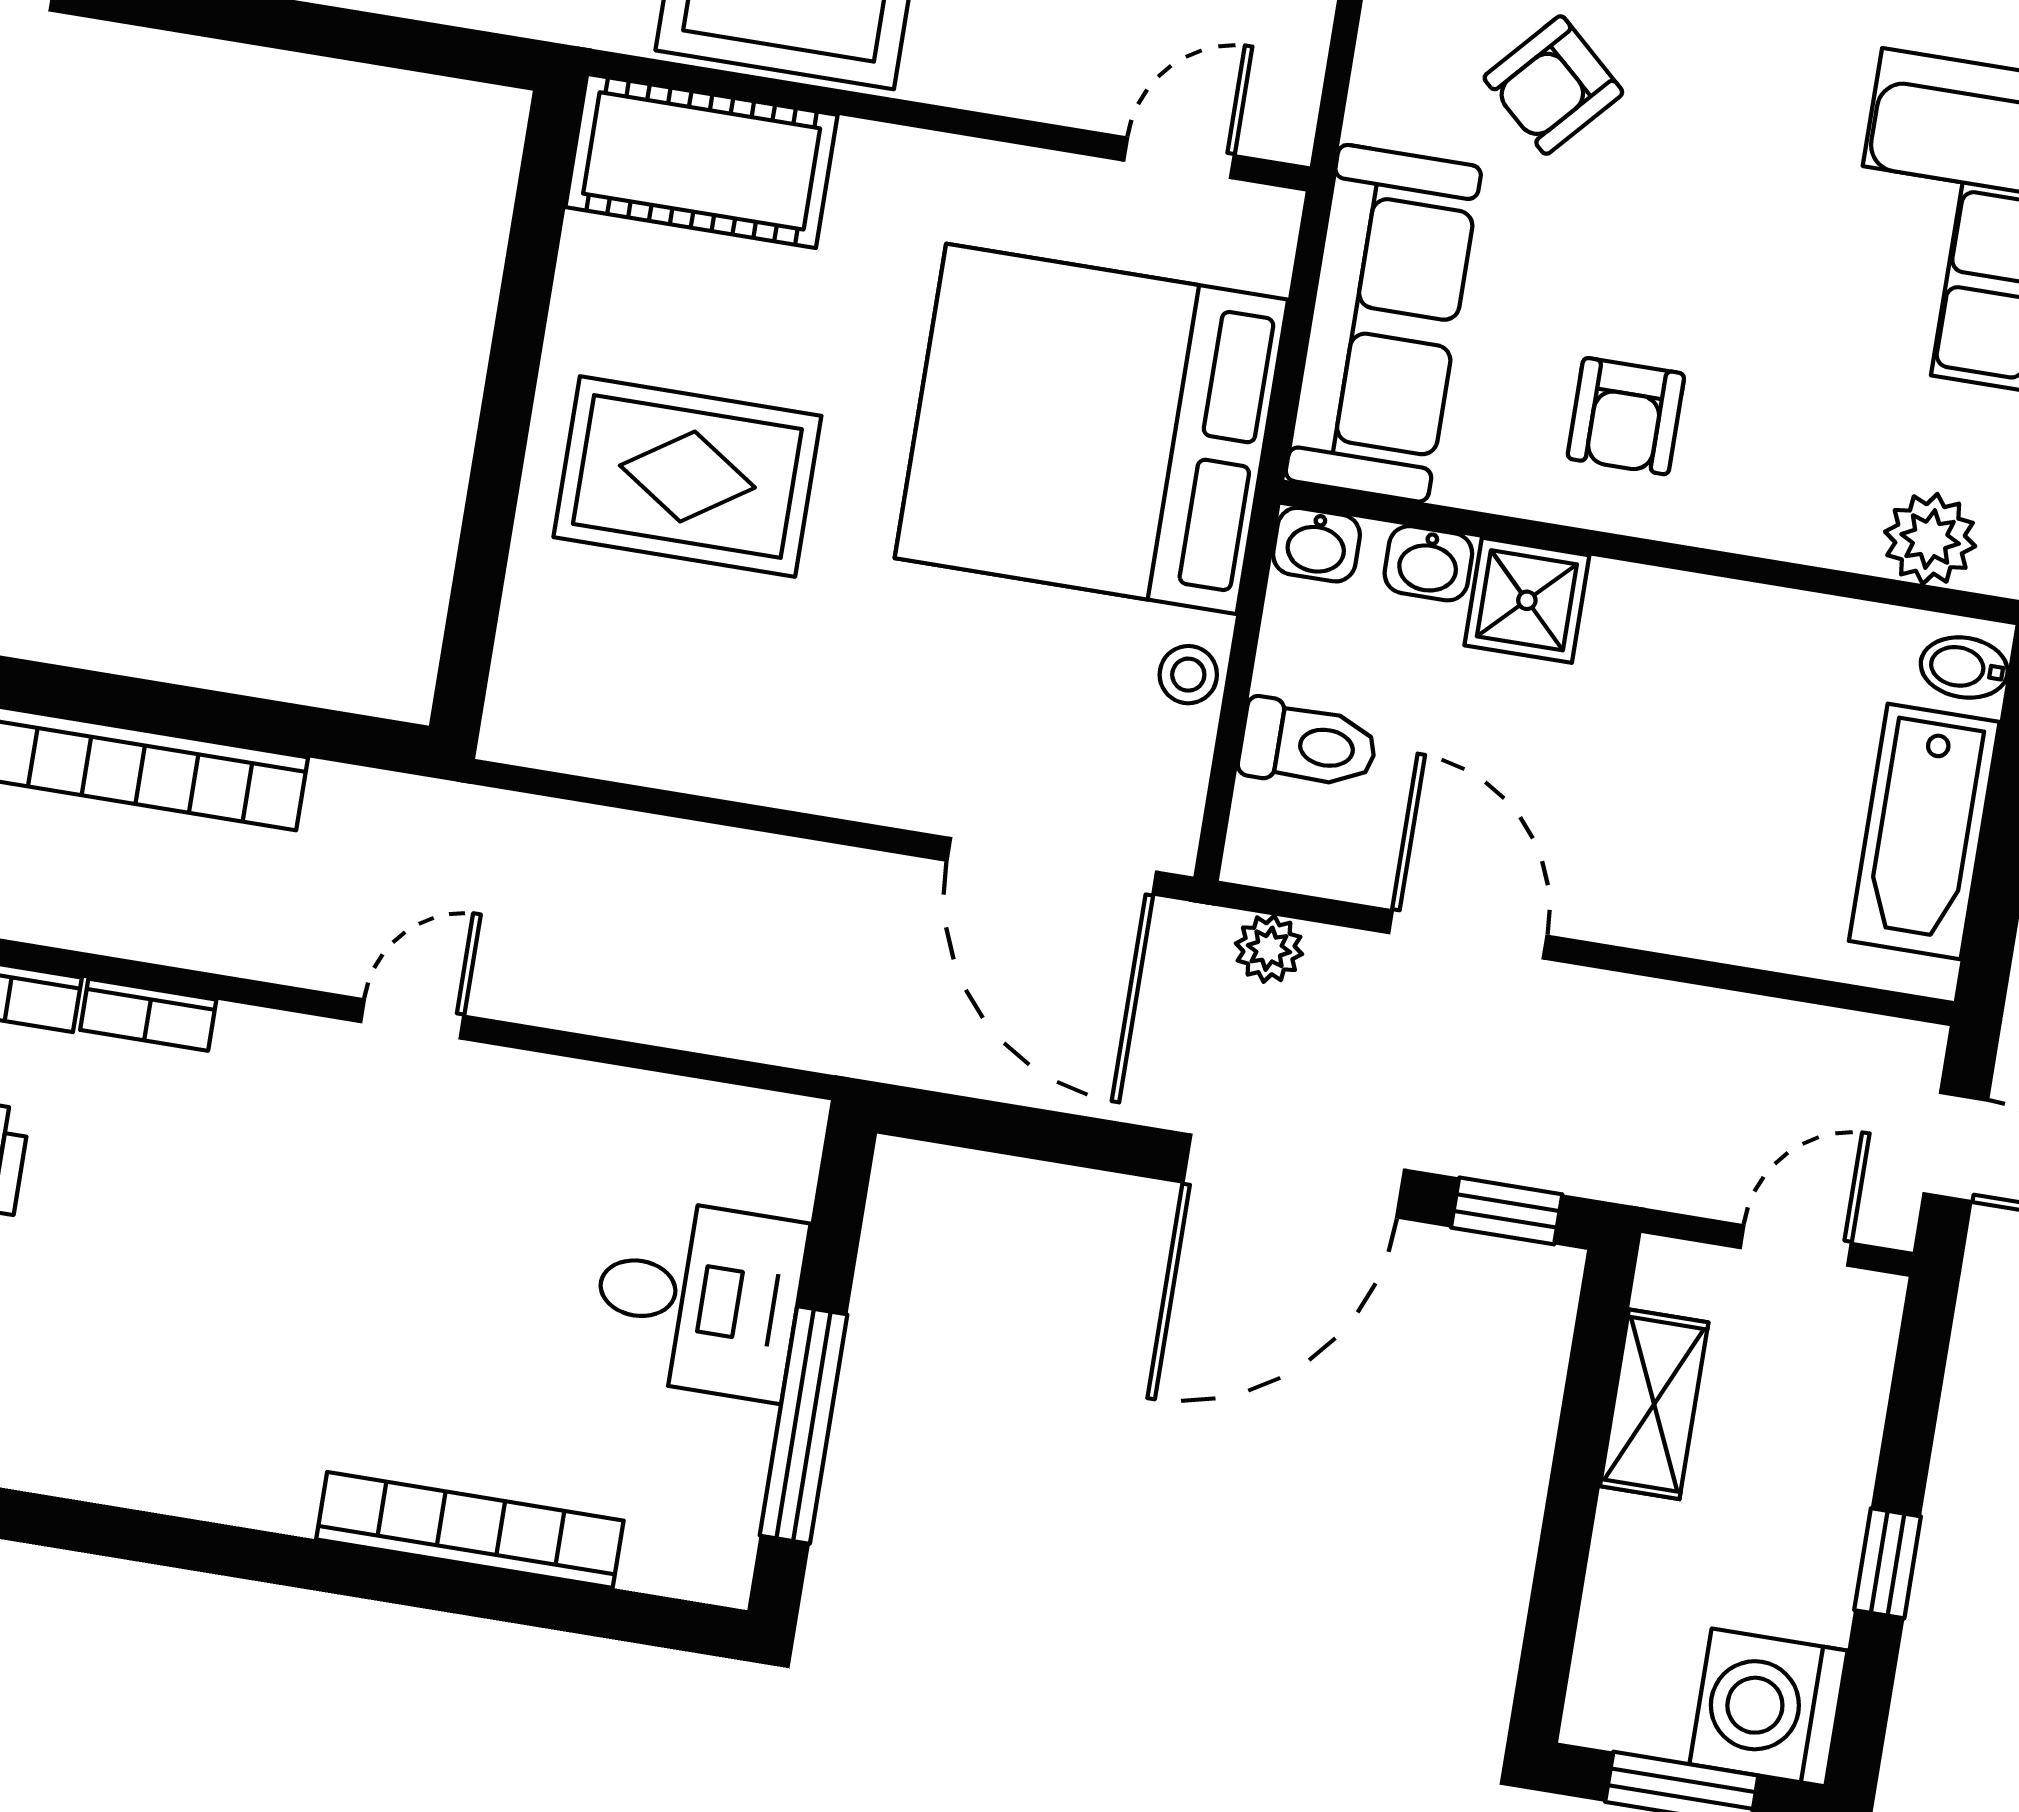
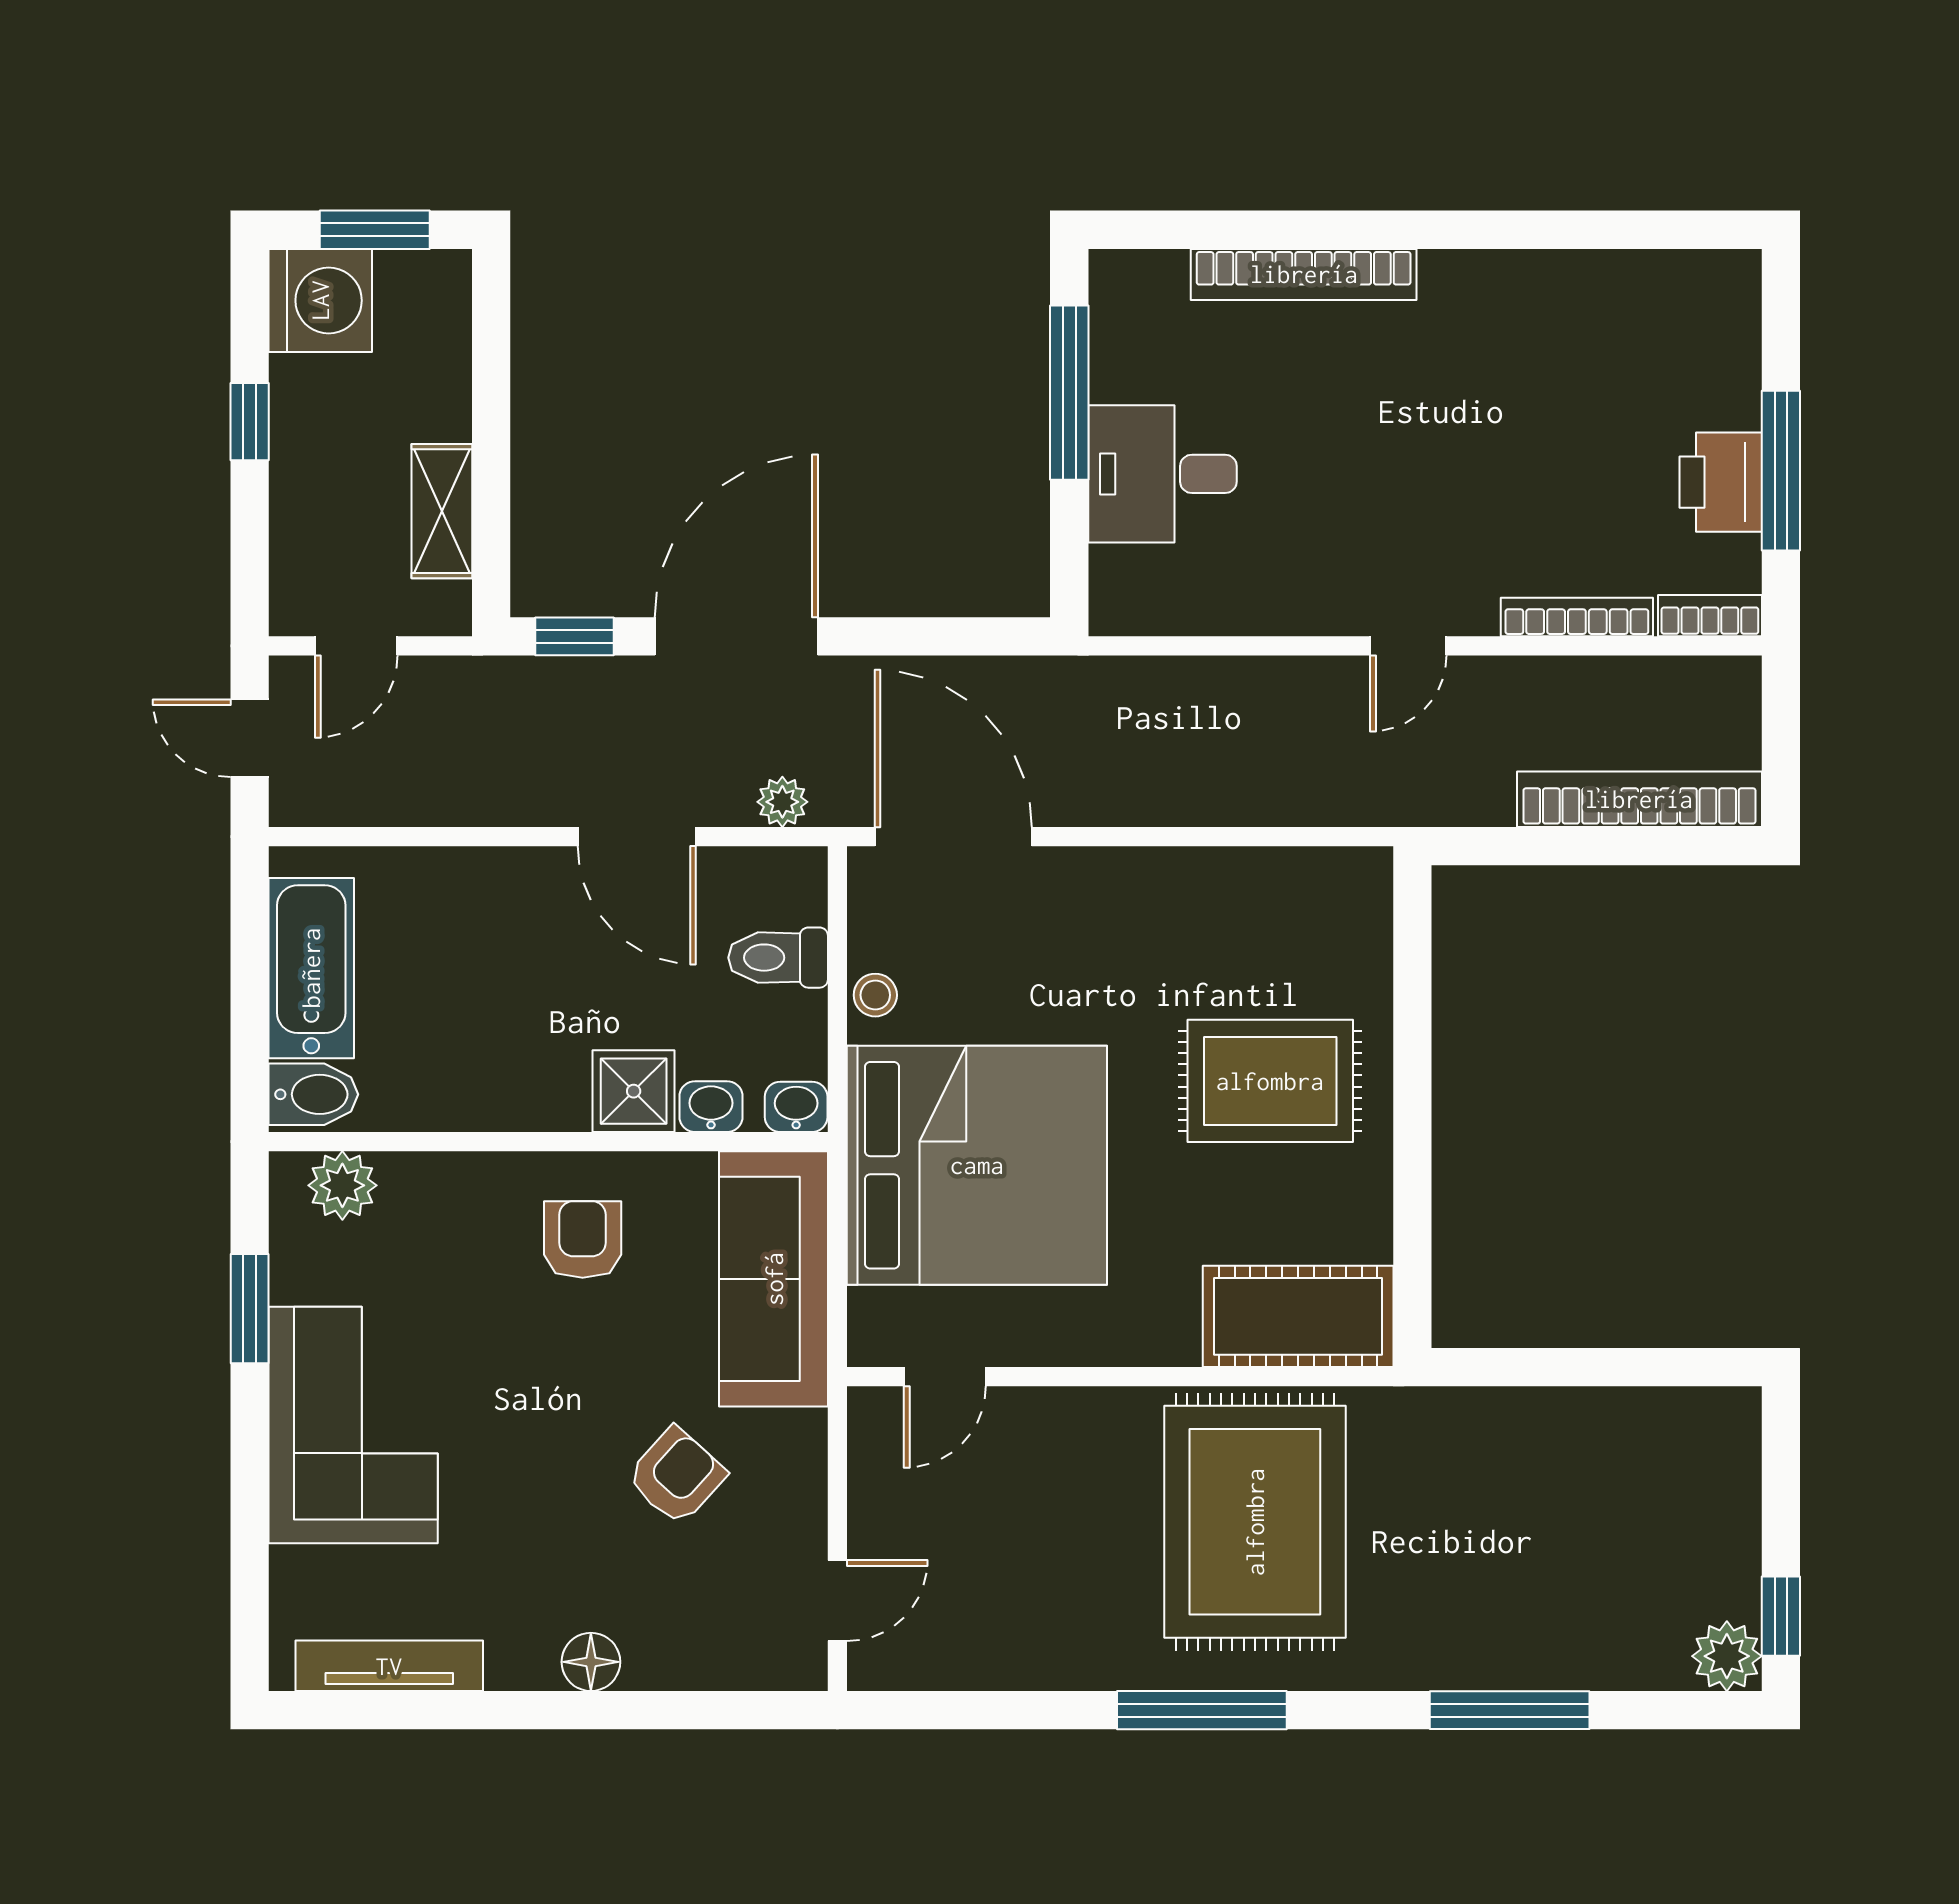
bidet: (1964, 668) -> (313, 1094), width x1.38, depth x1.36
bookcase: (148, 1015) -> (1577, 617), width x1.56

